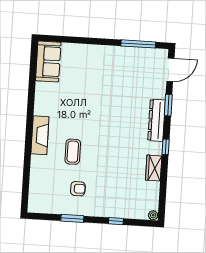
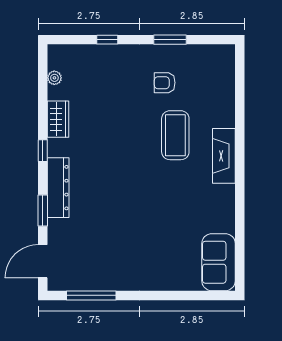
coffee table: (73, 152) -> (175, 135), width x1.36, depth x1.32
plant: (153, 215) -> (54, 78), moved

